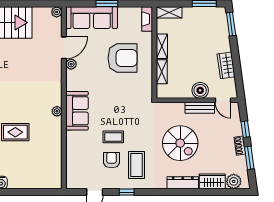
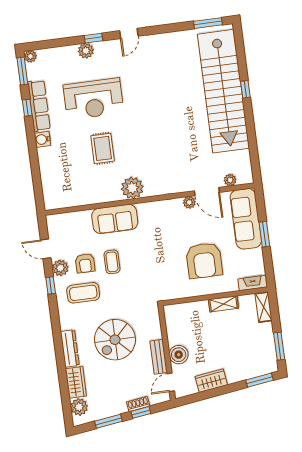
plant: (57, 12) -> (230, 180), moved
shelving: (162, 72) -> (194, 308), removed
plant: (57, 111) -> (132, 188), width x1.88, depth x1.88
sofa: (77, 111) -> (115, 219), moved
shoe rack: (240, 146) -> (138, 404), moved
armchair: (112, 160) -> (85, 263), turned 90
plant: (113, 182) -> (60, 268), added

